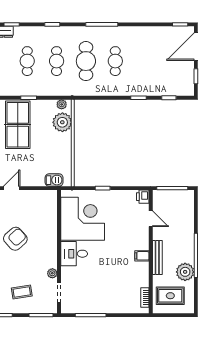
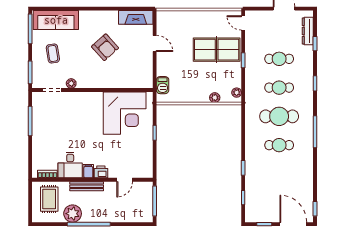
plant: (62, 122) -> (215, 98), width x0.53, depth x0.53
printer: (143, 197) -> (101, 172), moved
desk: (74, 254) -> (70, 165), moved, turned 180

